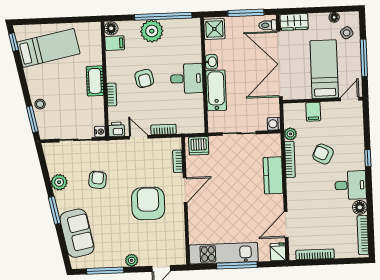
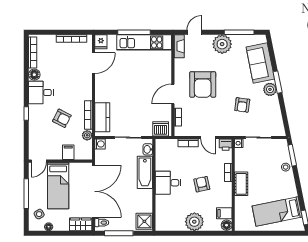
window: (163, 16) -> (185, 233), removed
washbasin: (211, 62) -> (148, 149), moved
kitchen counter: (273, 175) -> (102, 117), moved
plant: (59, 182) -> (270, 89), moved
fireplace: (180, 250) -> (179, 46), added
plant: (132, 260) -> (222, 44), width x1.87, depth x1.87

